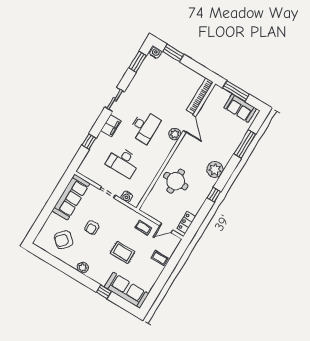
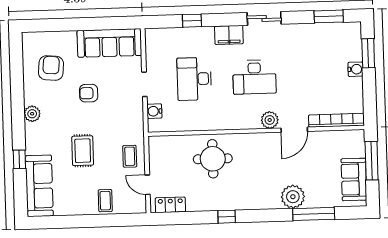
water cooler: (155, 53) -> (355, 69), moved
plant: (215, 170) -> (293, 197), moved
armchair: (64, 240) -> (51, 68), turned 53

